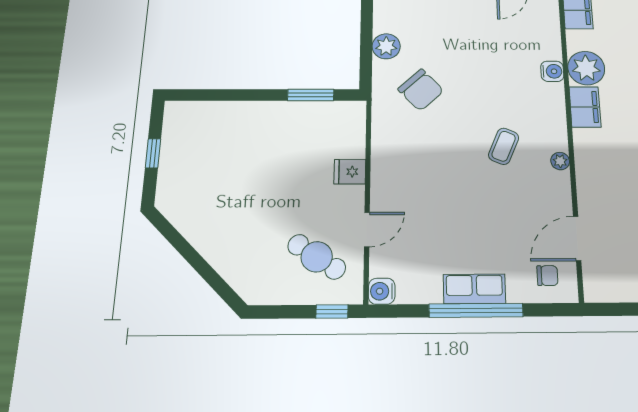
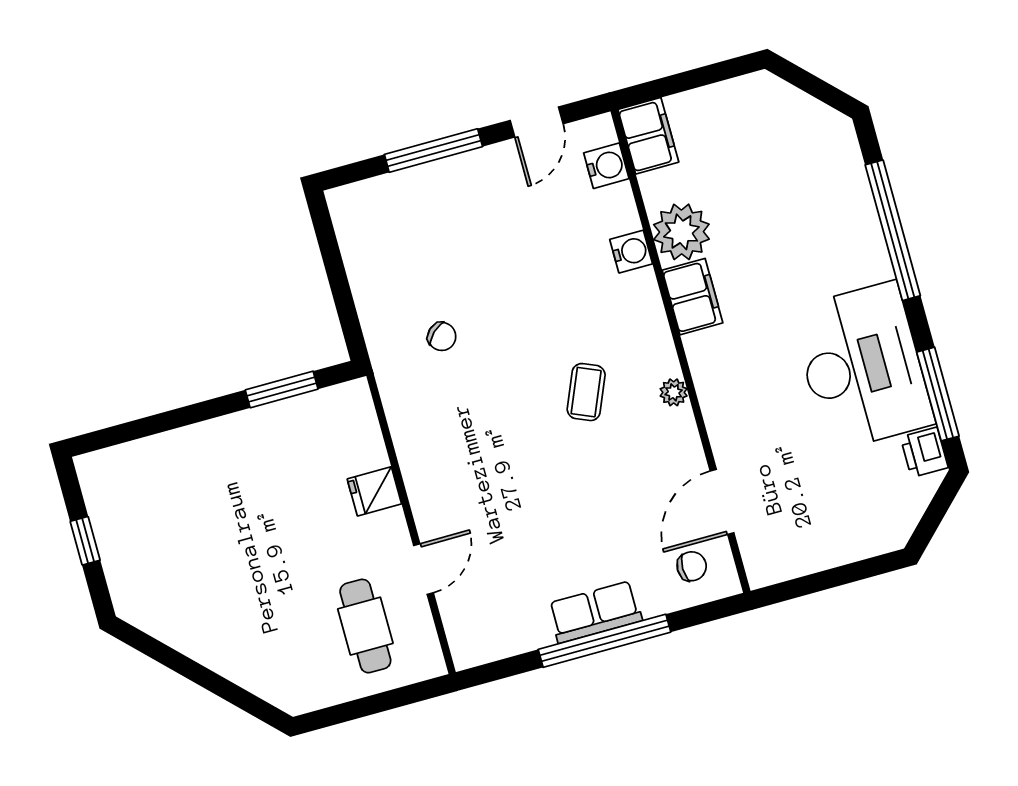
plant: (386, 46) -> (370, 280), removed
chair: (421, 90) -> (442, 336), width x0.54, depth x0.54
cafe table: (317, 257) -> (365, 626), turned 57
water cooler: (382, 291) -> (606, 166), moved, turned 180
window: (332, 311) -> (409, 695), removed

